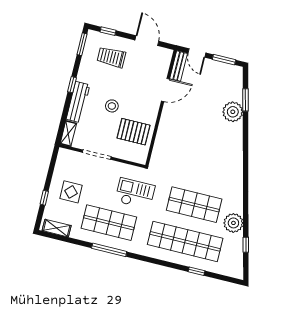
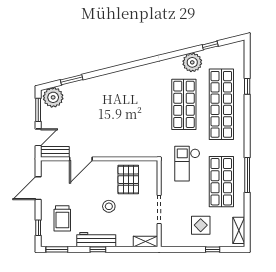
door: (165, 90) -> (81, 159), swing flipped
workbench: (78, 102) -> (96, 240), moved
plant: (233, 112) -> (53, 97), moved

